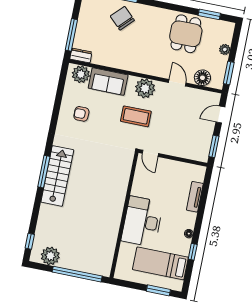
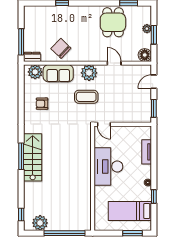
chair: (122, 18) -> (61, 48), moved
window: (229, 73) -> (154, 35), moved
floor lamp: (202, 78) -> (145, 55), moved
desk: (142, 222) -> (108, 167), moved

